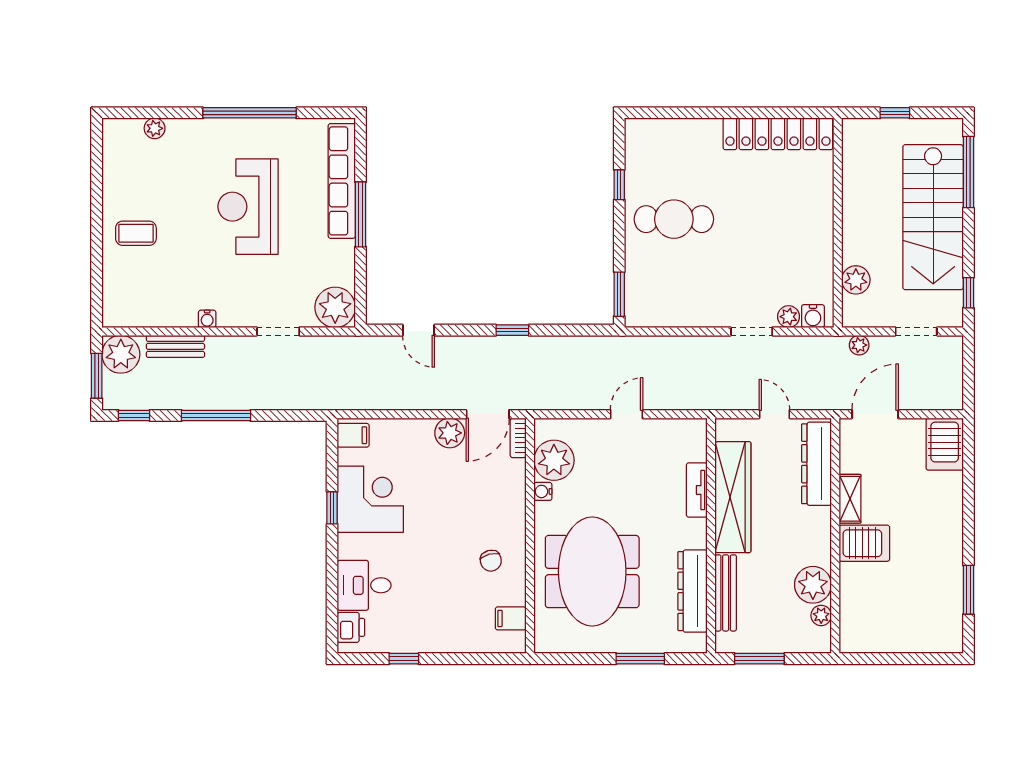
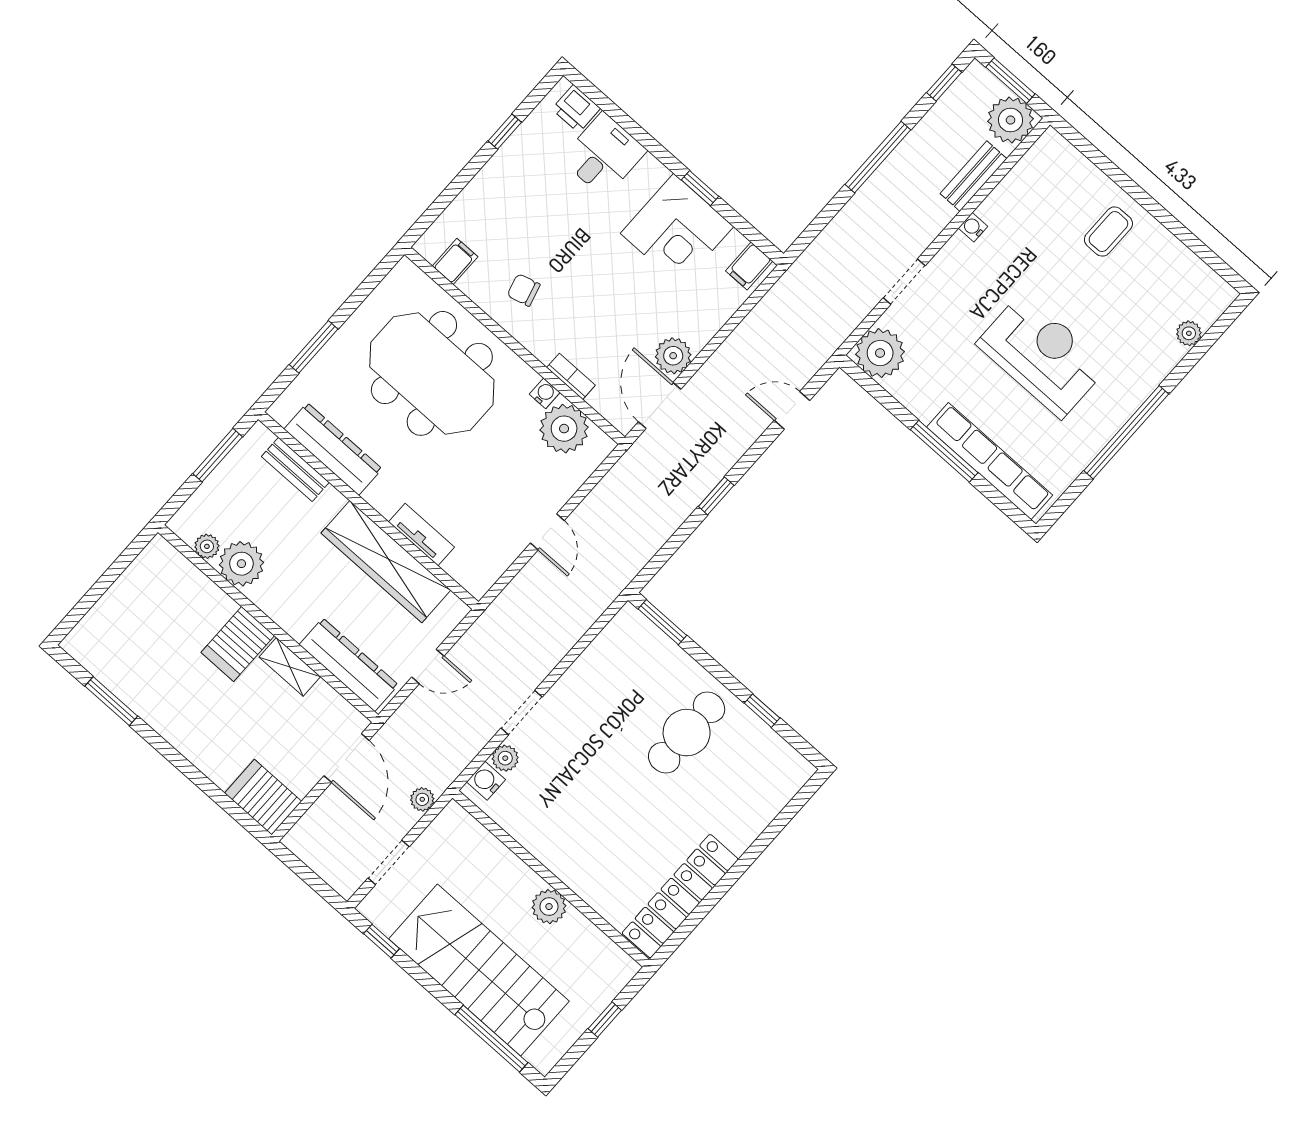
plant: (856, 280) -> (549, 907), moved
bookcase: (518, 438) -> (571, 376), moved
bench: (726, 593) -> (295, 469), width x0.73

